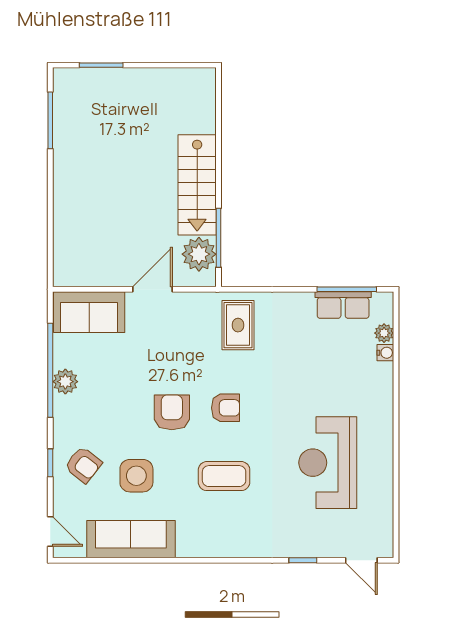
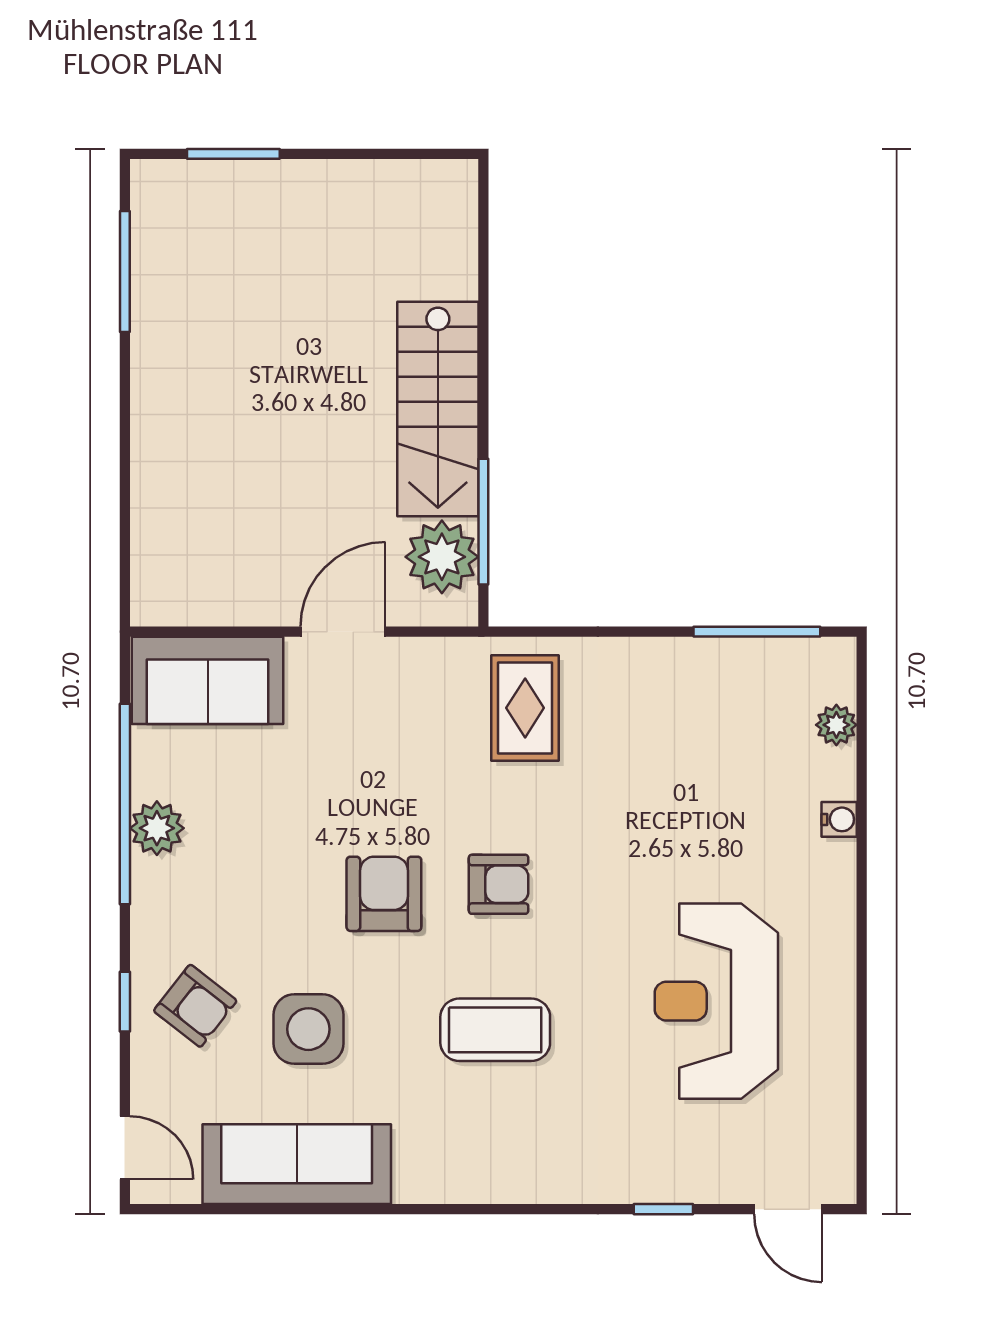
row of seats: (343, 305) -> (749, 665), removed
water cooler: (385, 353) -> (839, 819), moved

